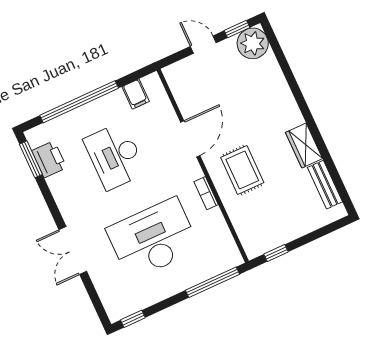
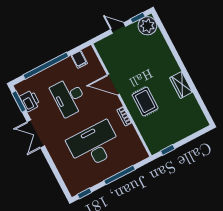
door: (190, 139) -> (113, 84), swing flipped
bench: (325, 185) -> (195, 108), removed
double door: (73, 251) -> (36, 134), moved
window: (212, 282) -> (119, 175), moved

